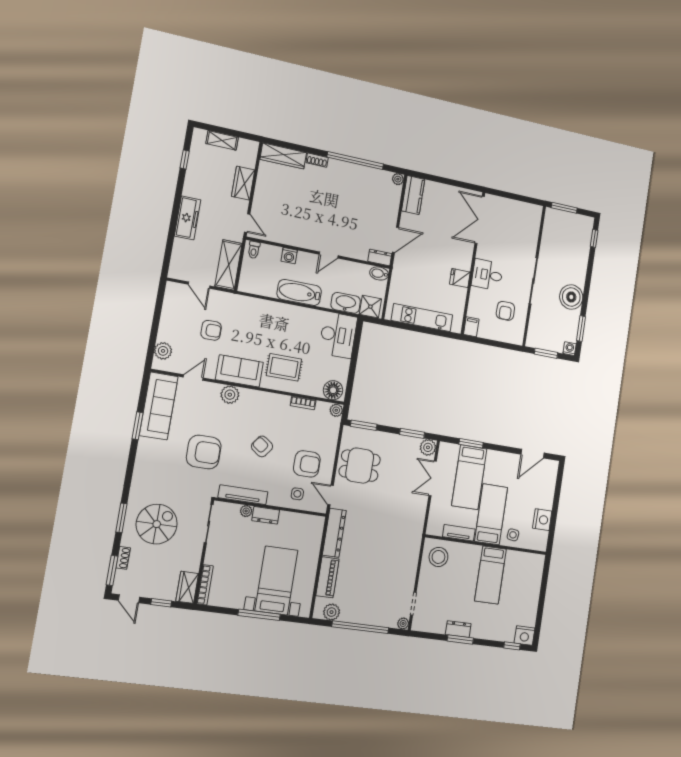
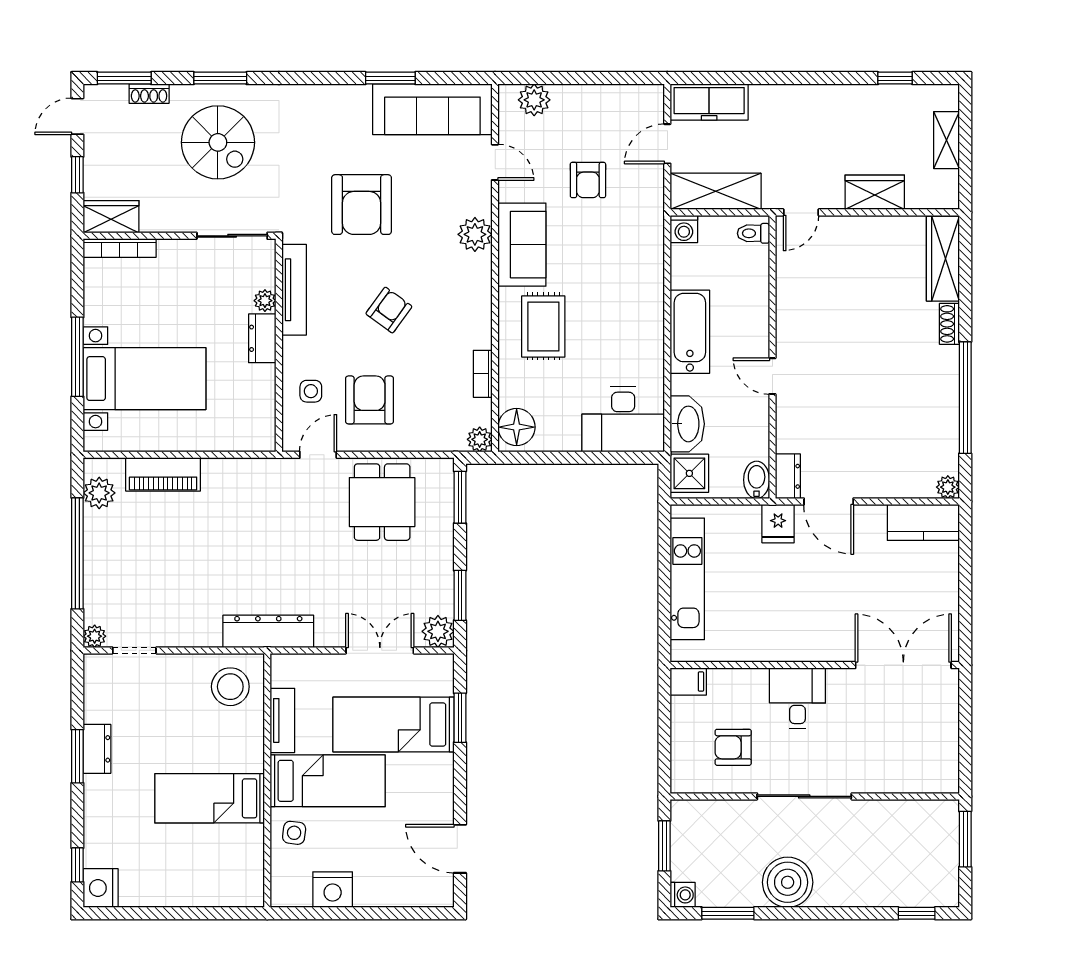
freezer: (188, 218) -> (709, 102), moved
washing machine: (289, 256) -> (684, 229), moved, turned -90
fridge: (460, 278) -> (778, 524), moved, turned 180
armchair: (307, 464) -> (370, 400), turned 180
dresser: (334, 533) -> (268, 631), moved, turned 180

